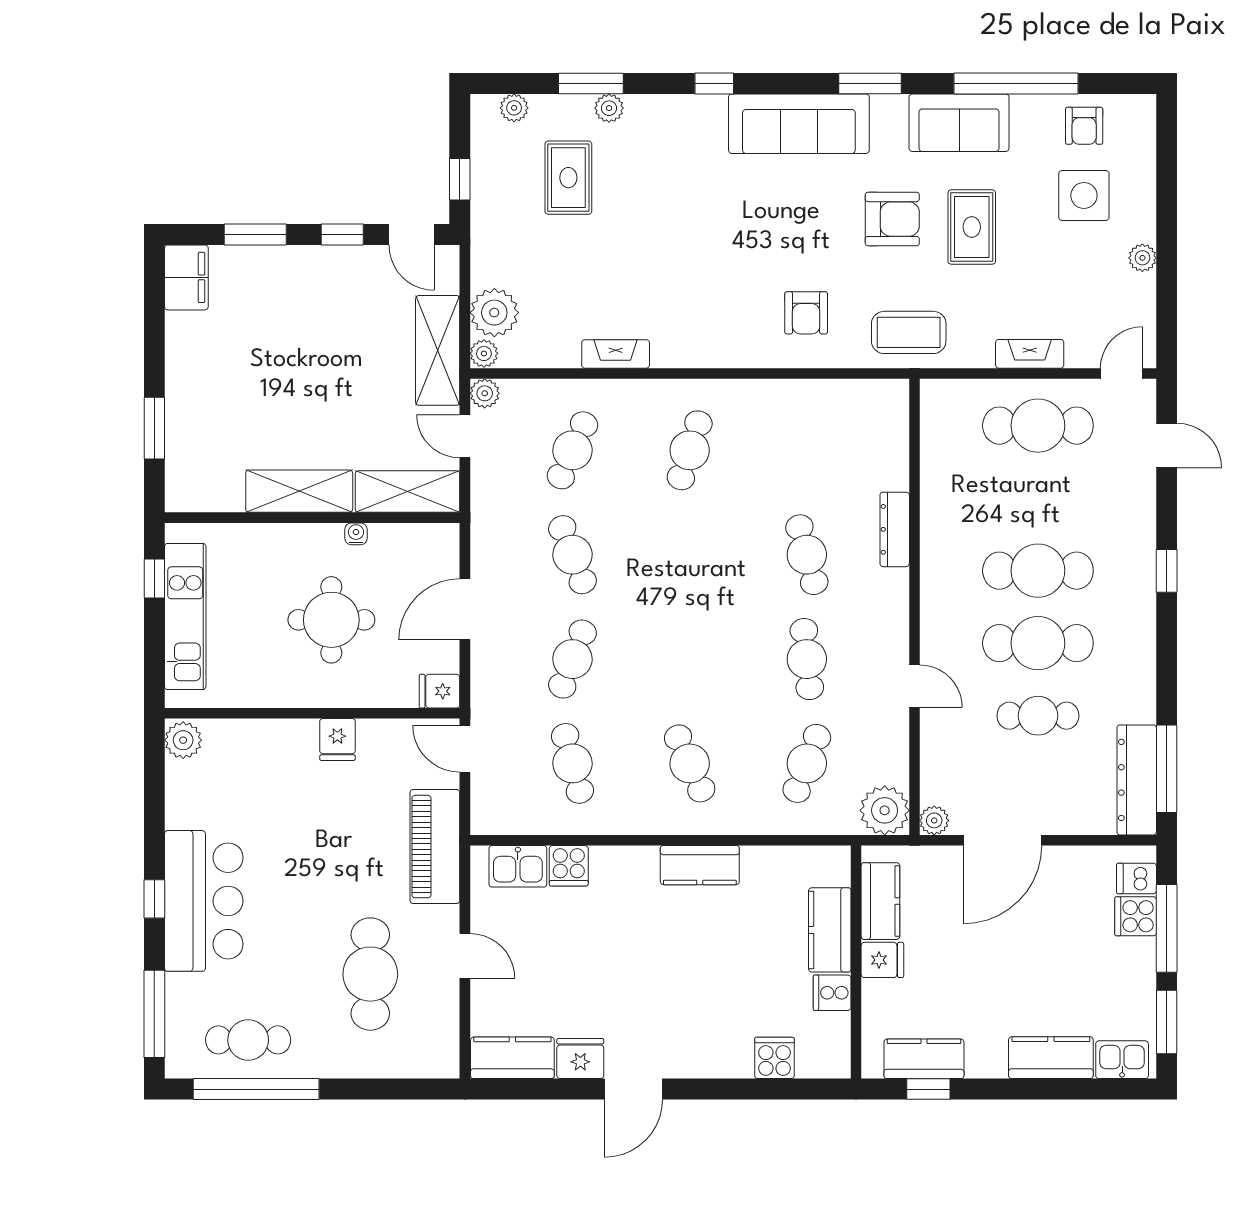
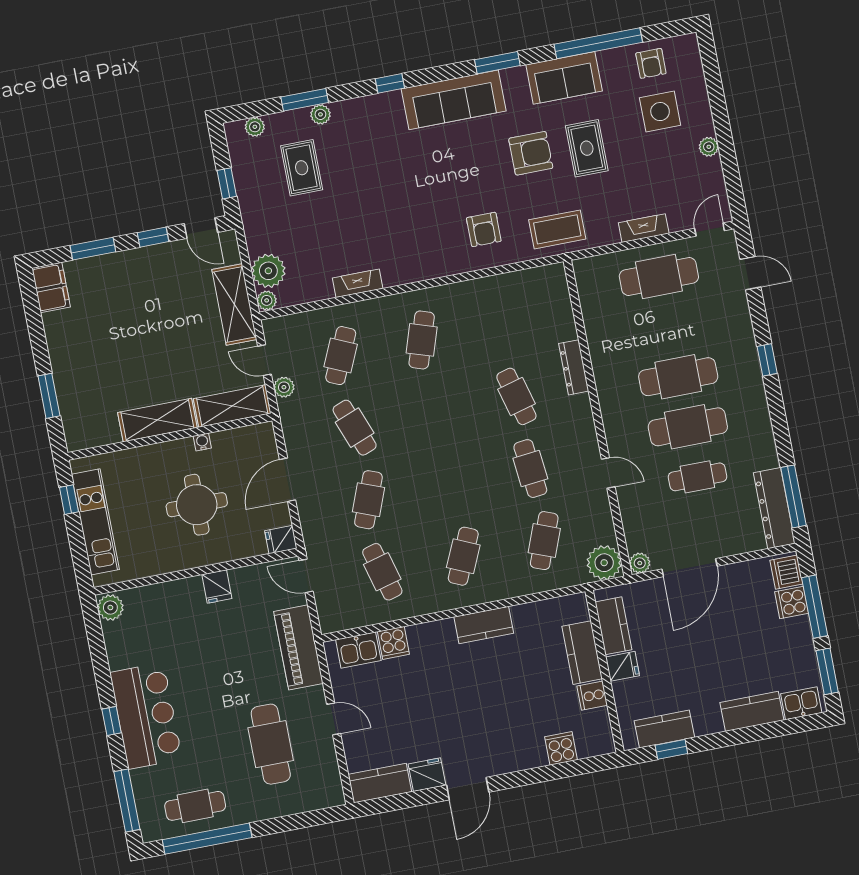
plant: (485, 393) -> (284, 387), moved
cafe table: (690, 763) -> (463, 556), turned 48
dishwasher: (1136, 878) -> (786, 572), width x1.38

